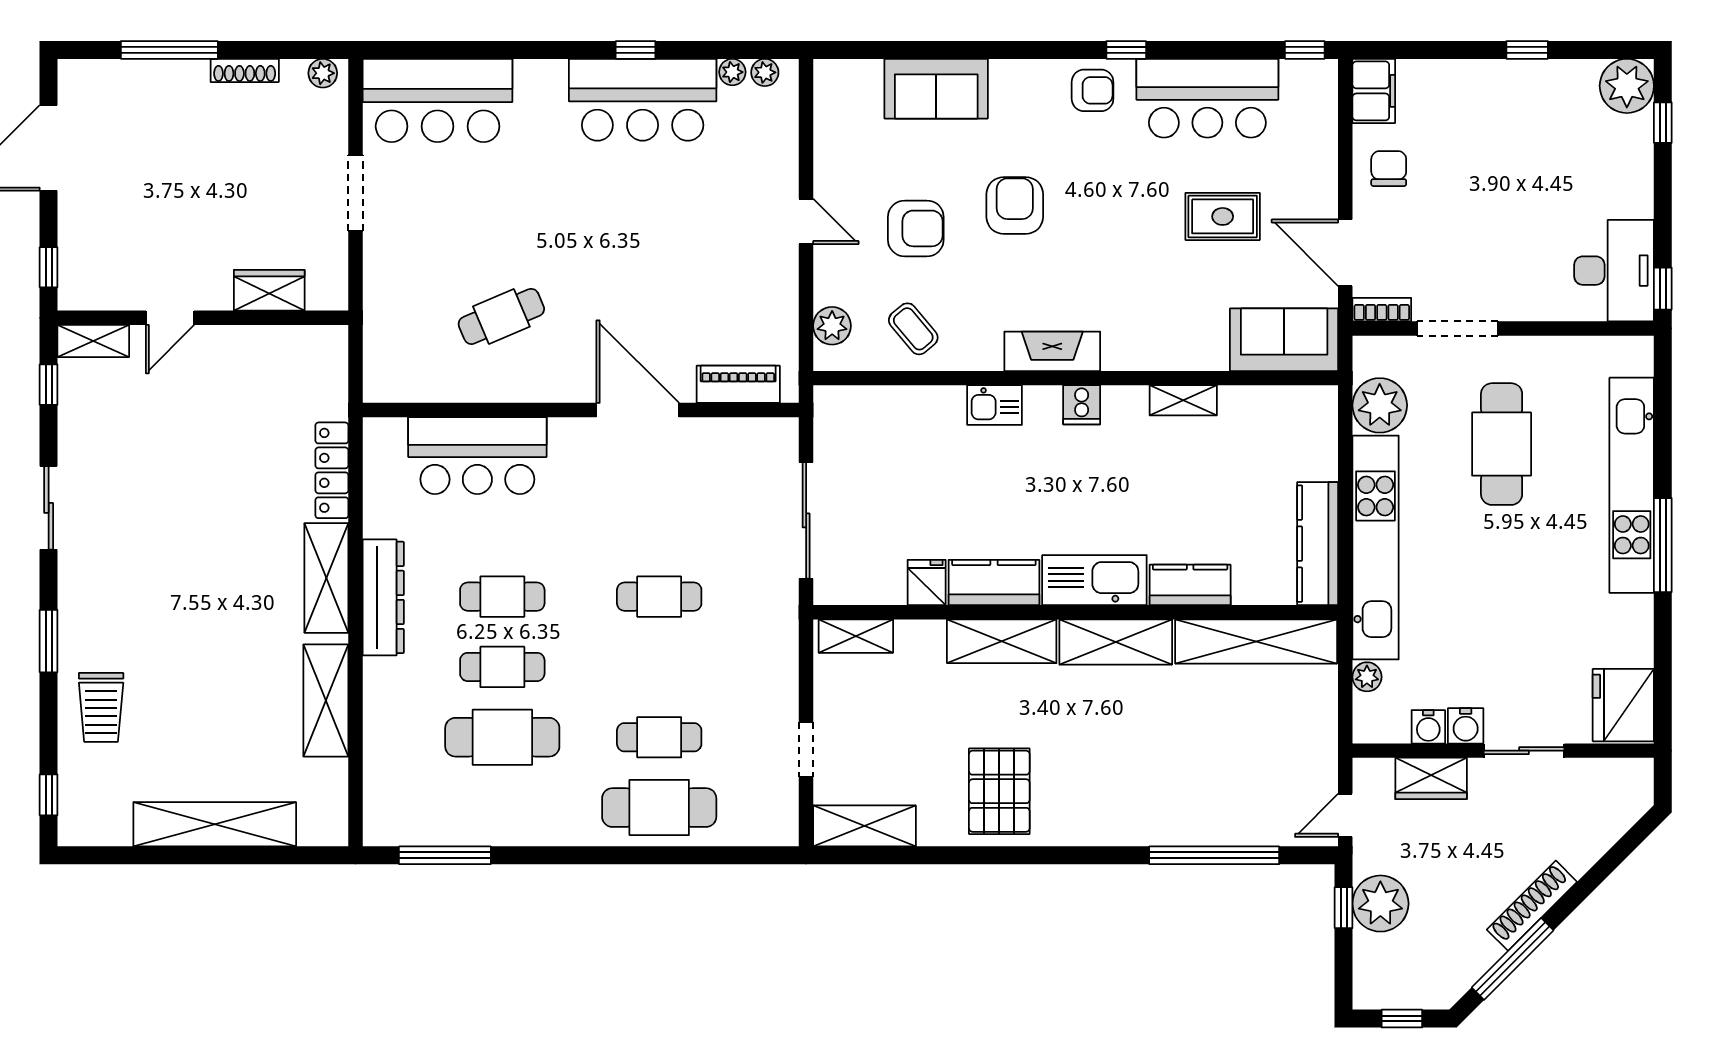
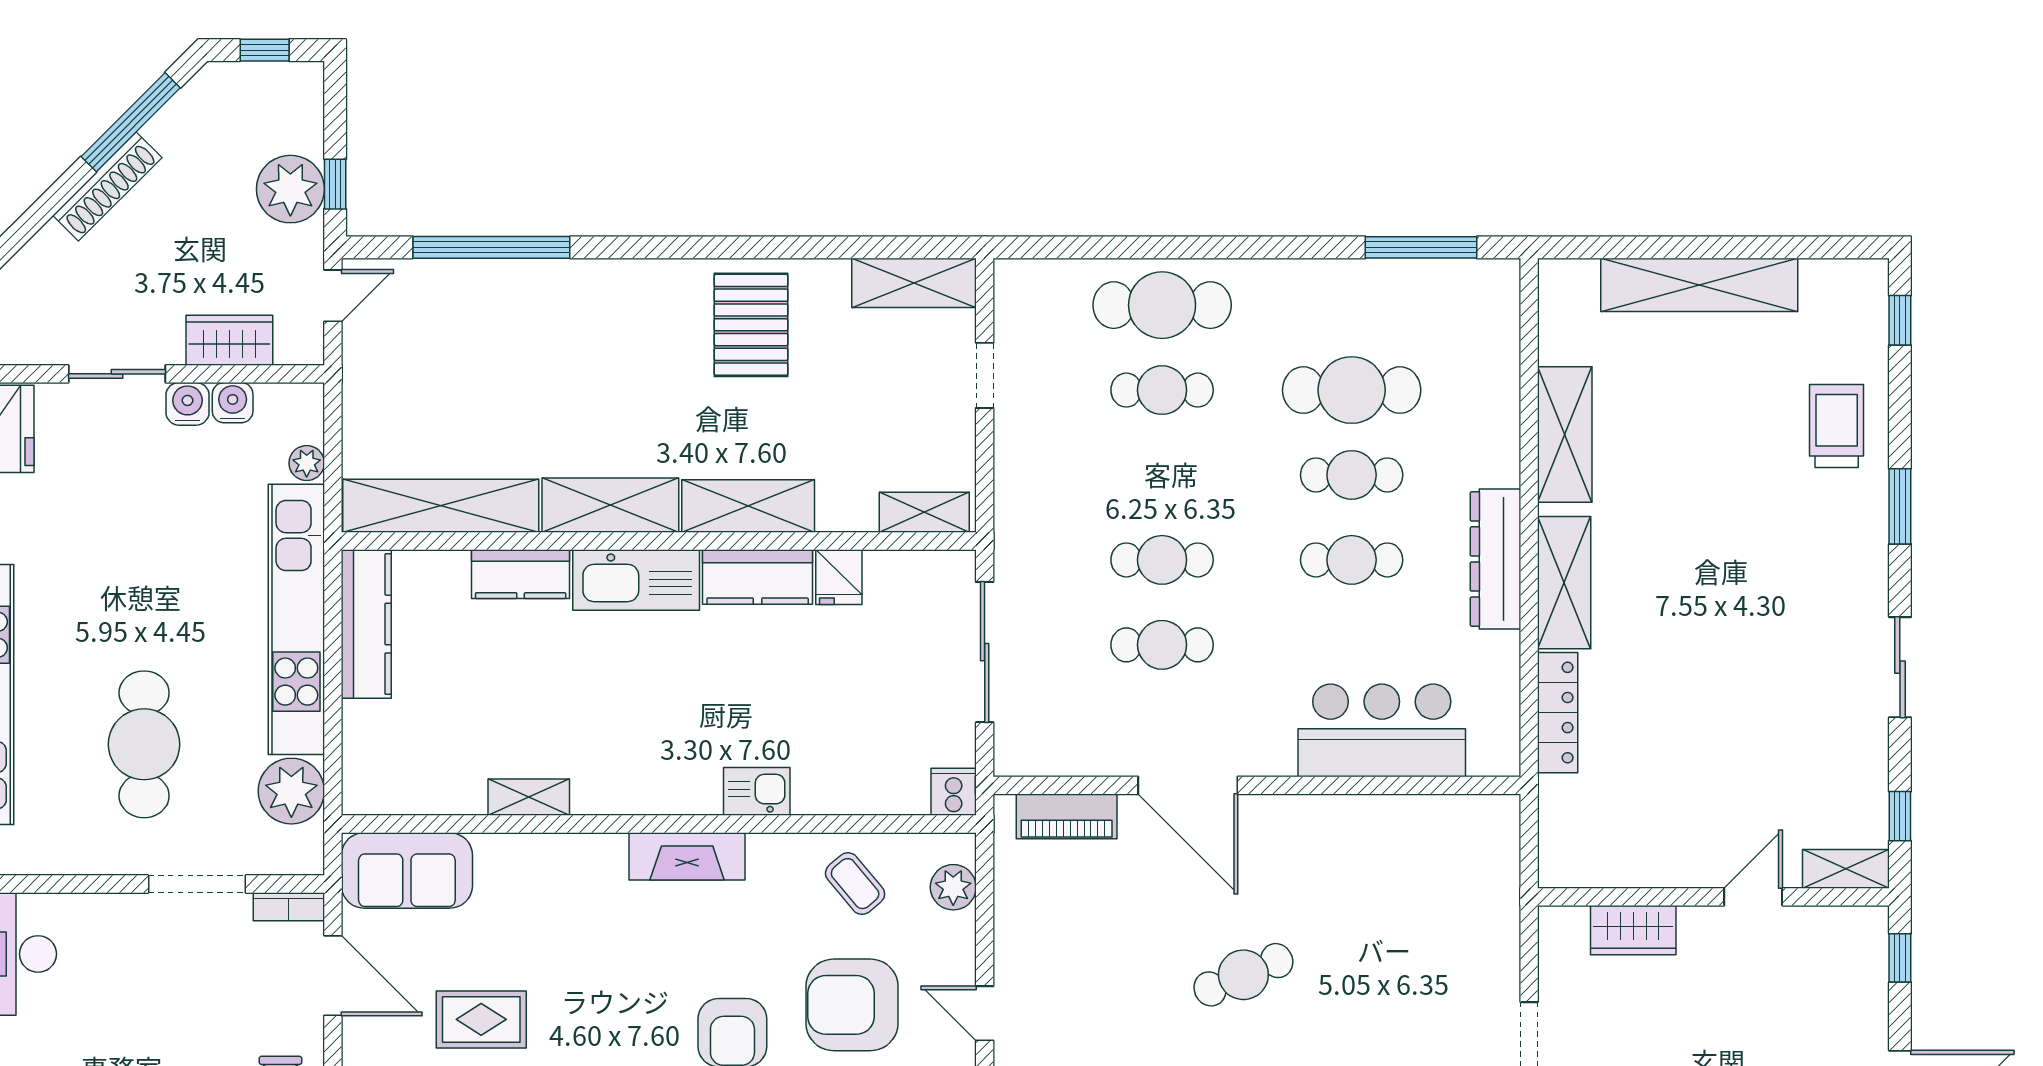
armchair: (916, 228) -> (852, 1005), width x1.36, depth x1.36
cafe table: (501, 316) -> (1243, 975), moved
cooker: (1082, 405) -> (954, 792), moved
cafe table: (659, 526) -> (1162, 645), added

